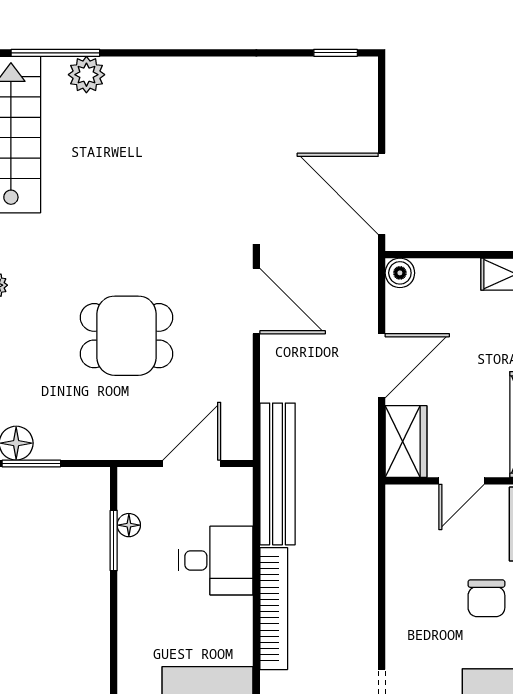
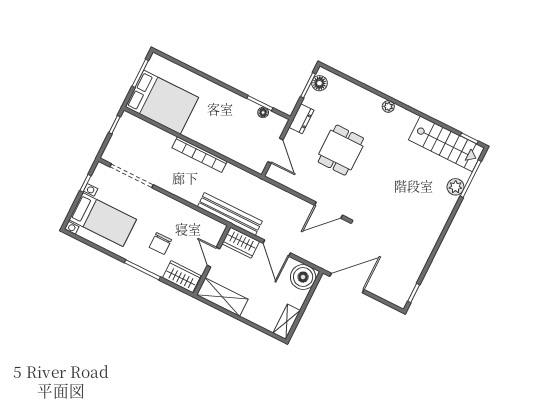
boiler: (400, 273) -> (303, 277), width x1.86, depth x1.86
dresser: (104, 444) -> (301, 119), added
bench: (278, 474) -> (230, 214), moved
desk: (216, 560) -> (231, 141), removed
chair: (486, 598) -> (160, 244), turned -90

